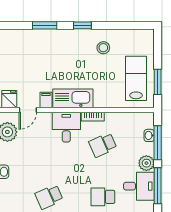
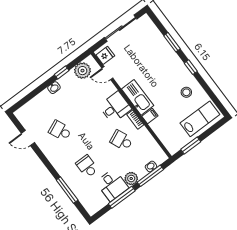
lab bench: (136, 78) -> (200, 119), moved
filing cabinet: (46, 100) -> (150, 116), moved

